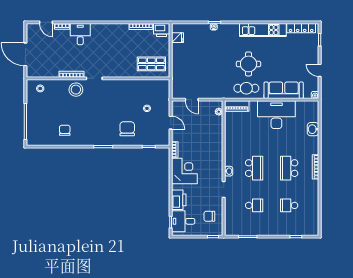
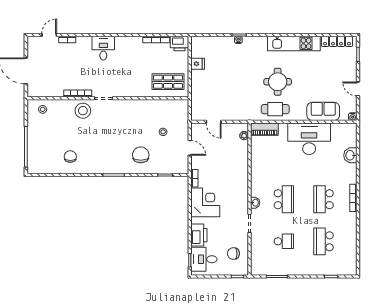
door: (46, 22) -> (49, 35), swing flipped
desk: (80, 34) -> (103, 48), moved
fridge: (178, 38) -> (198, 64), moved
sofa: (284, 90) -> (323, 111), width x0.73
school desk: (289, 205) -> (324, 241), width x1.85

